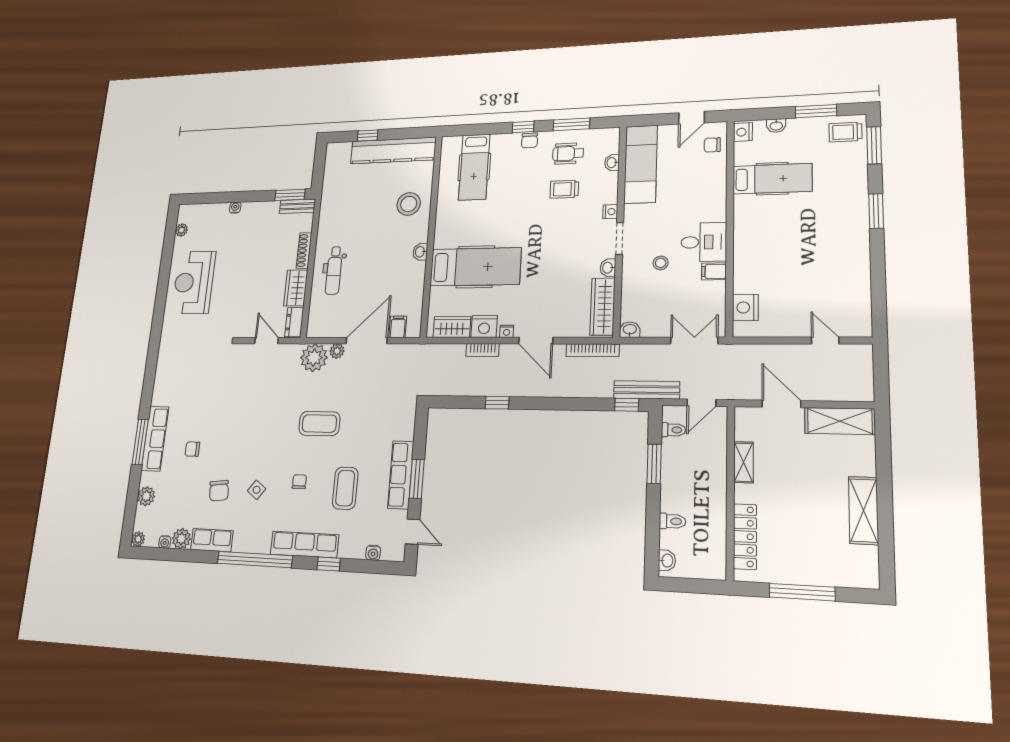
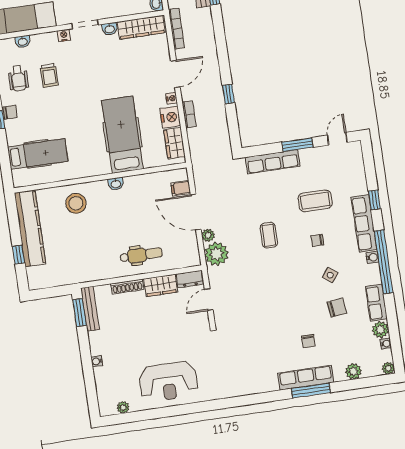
bench: (297, 206) -> (90, 309), width x1.36
coffee table: (319, 424) -> (269, 235), width x0.73, depth x0.77
row of seats: (401, 475) -> (273, 162), moved
water cooler: (373, 553) -> (372, 257), moved

